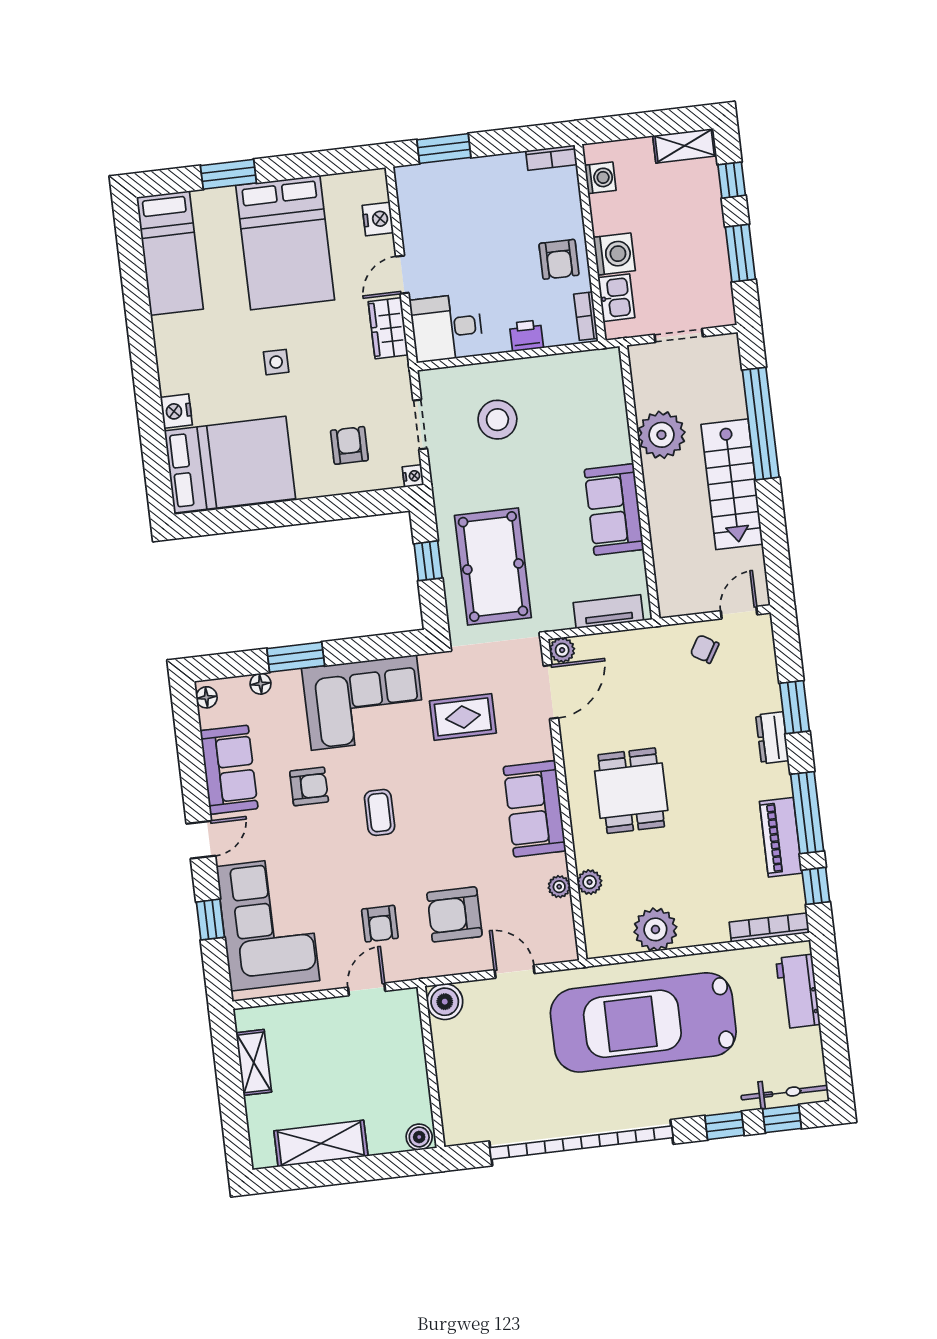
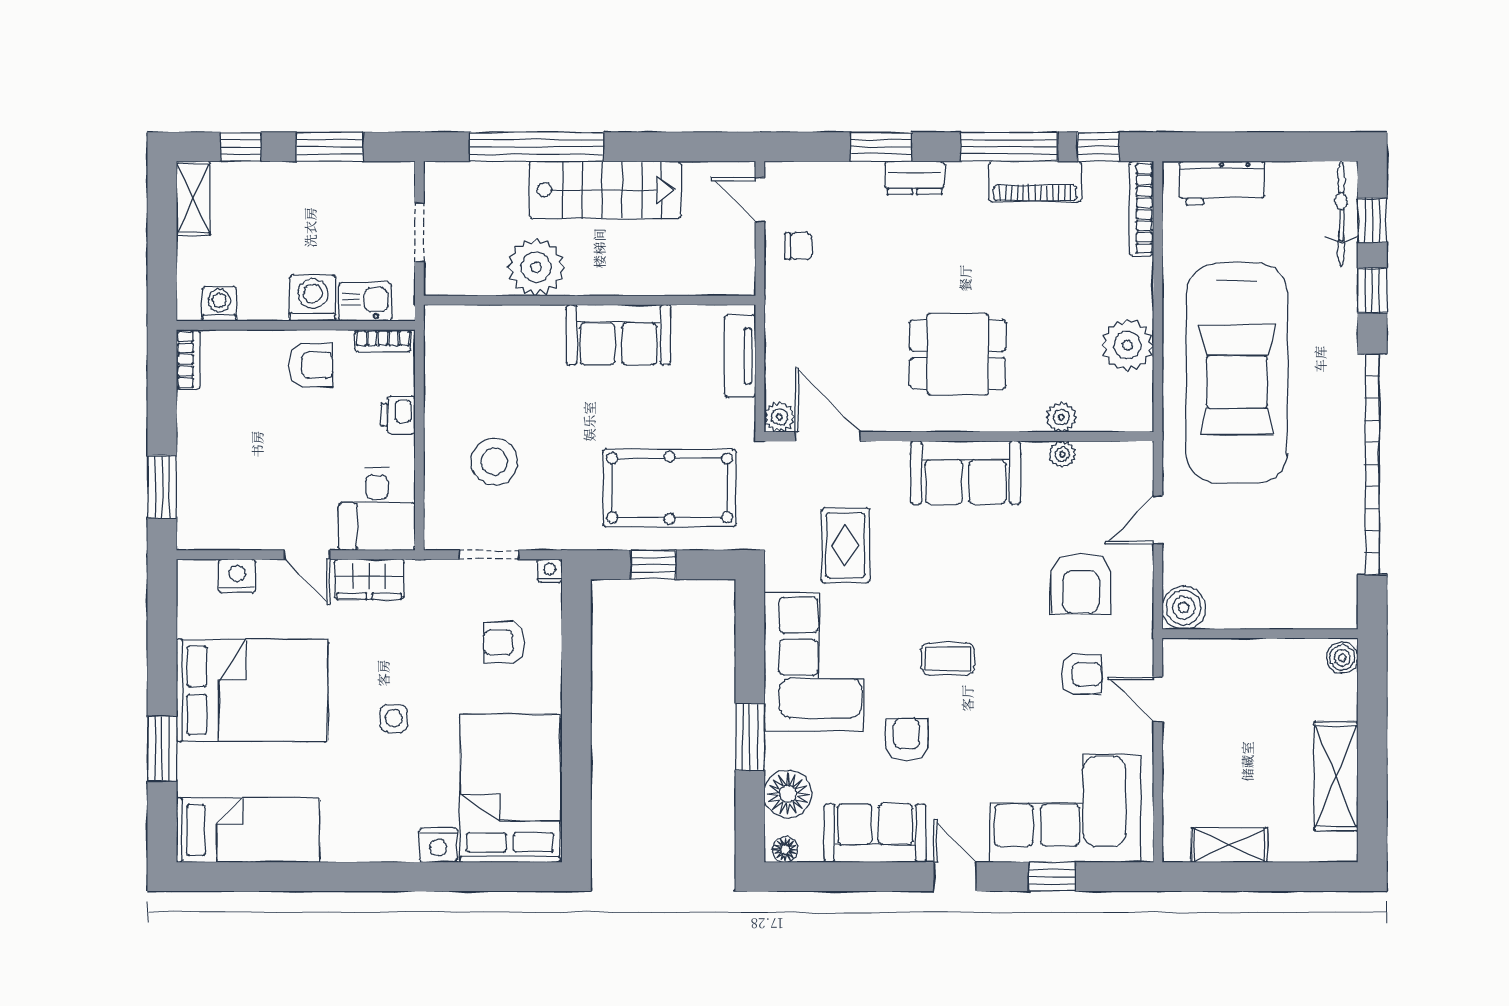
chair: (705, 649) -> (799, 246), turned -121
floor lamp: (261, 684) -> (788, 794), width x1.89, depth x1.89

